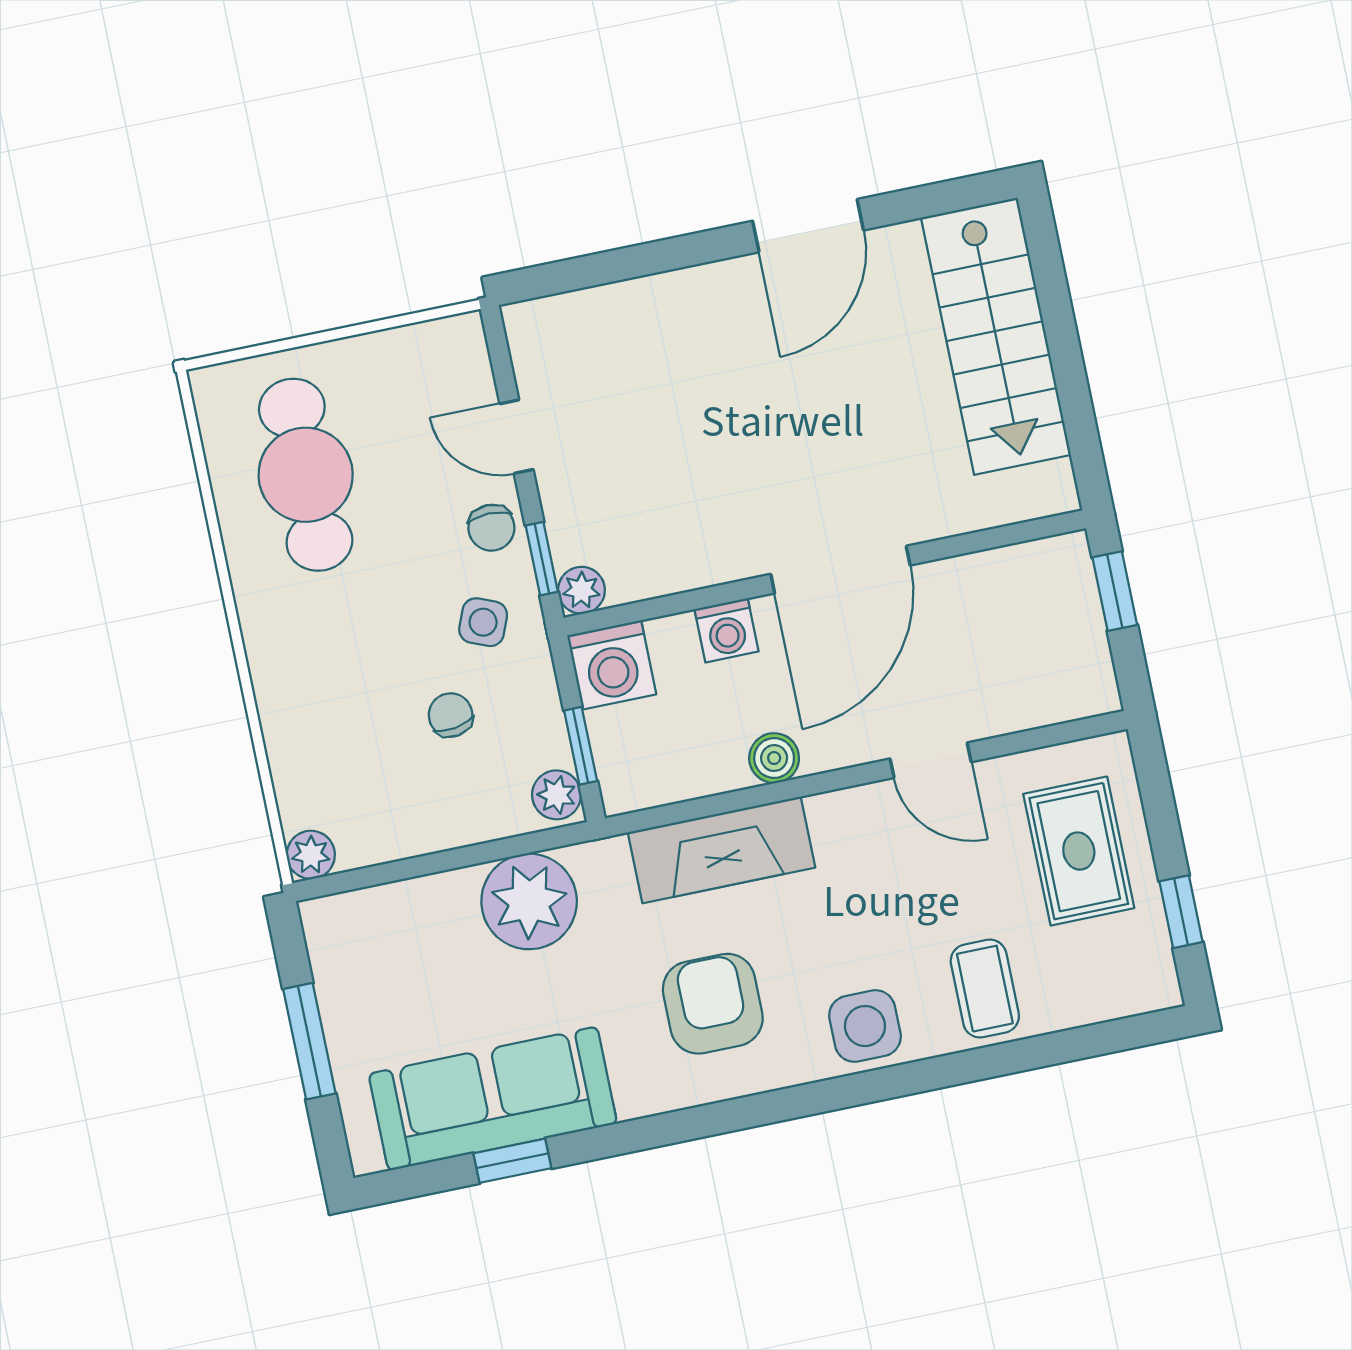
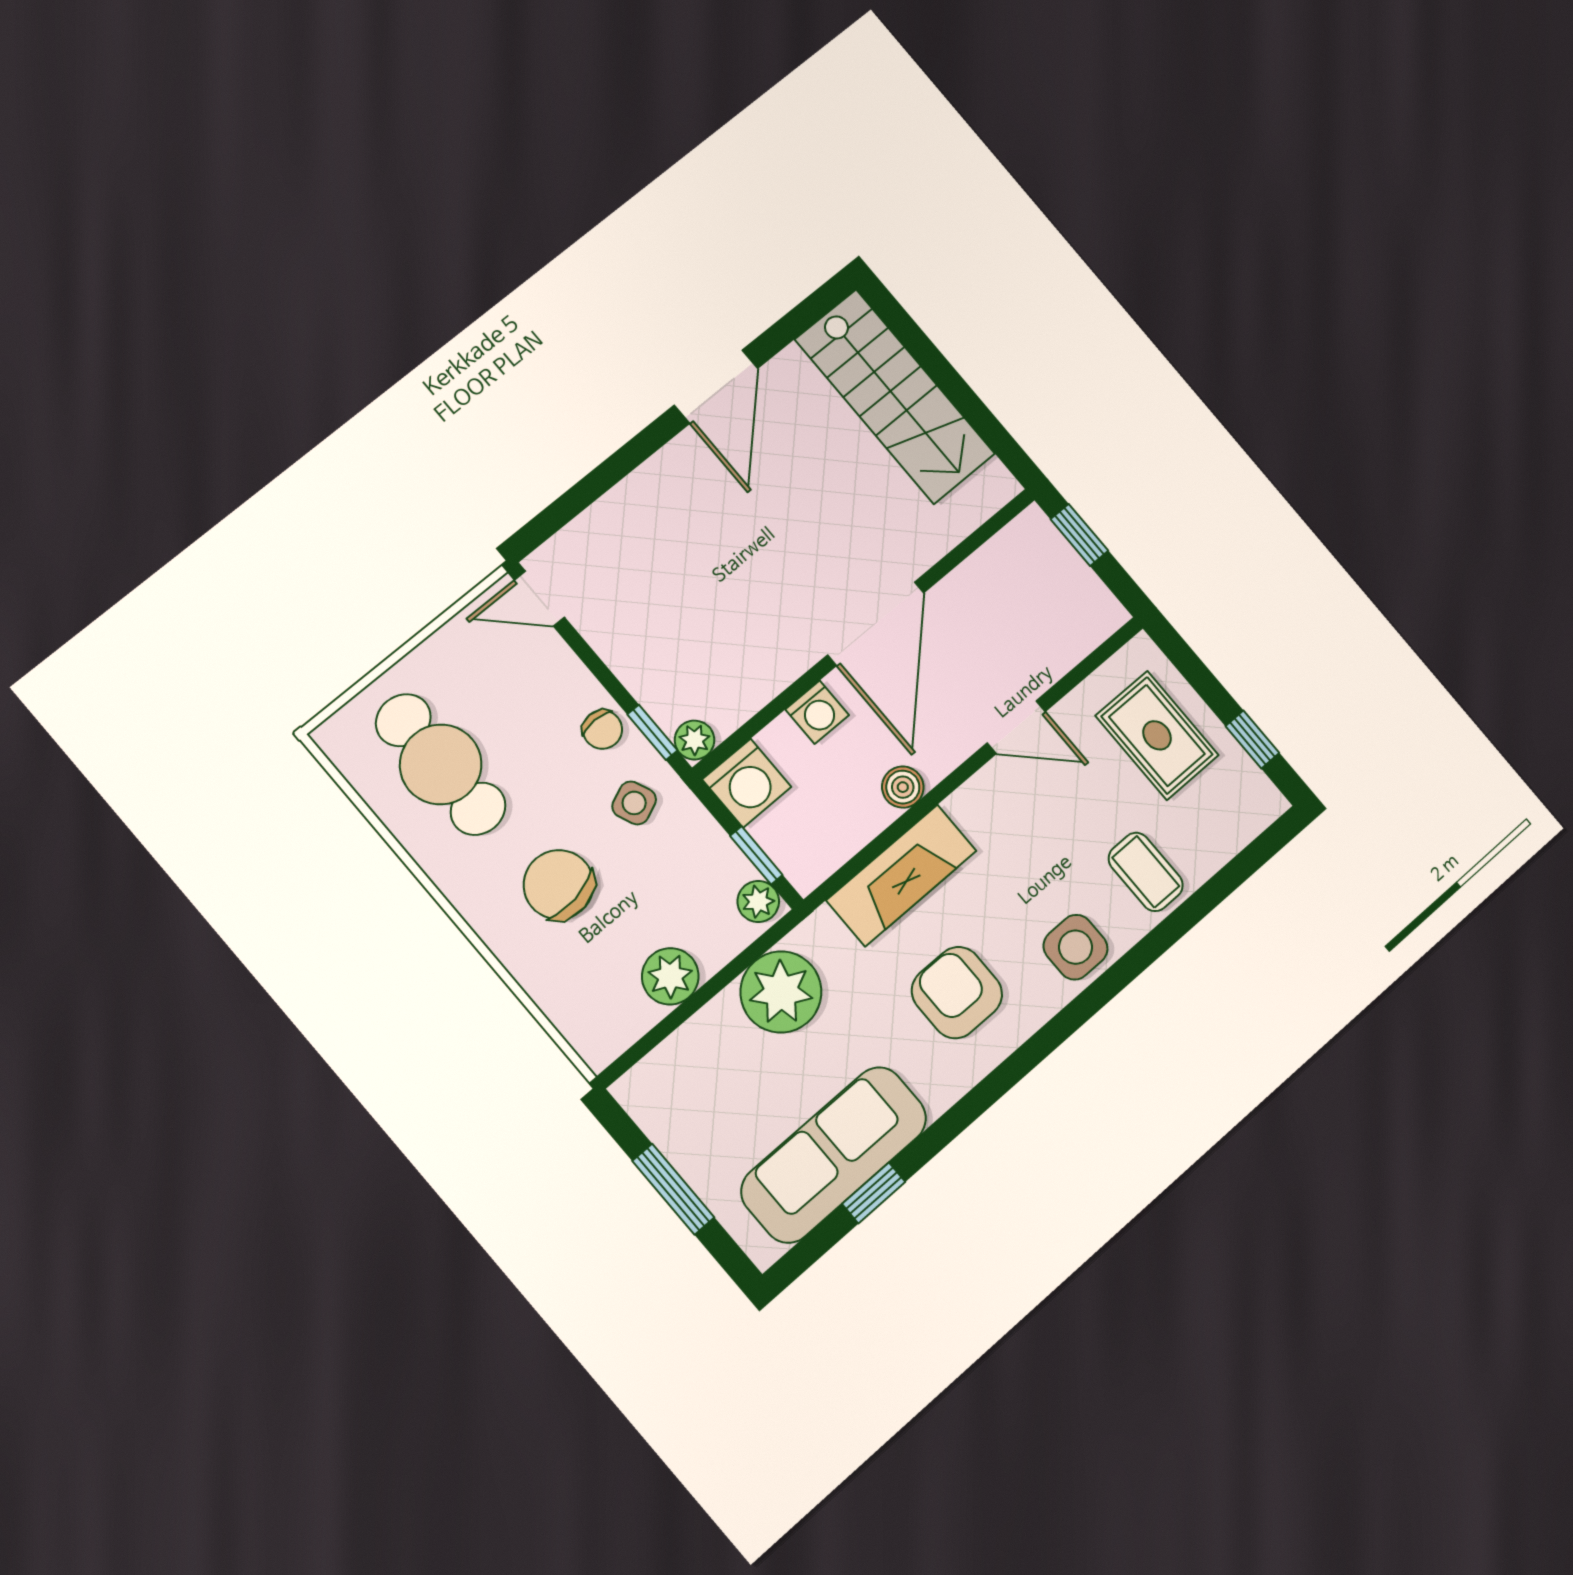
door: (517, 437) -> (539, 599), moved
side table: (483, 622) -> (634, 803), turned 45
chair: (451, 715) -> (559, 885), moved, width x1.87, depth x1.87
plant: (311, 855) -> (670, 976), moved, width x1.38, depth x1.38

